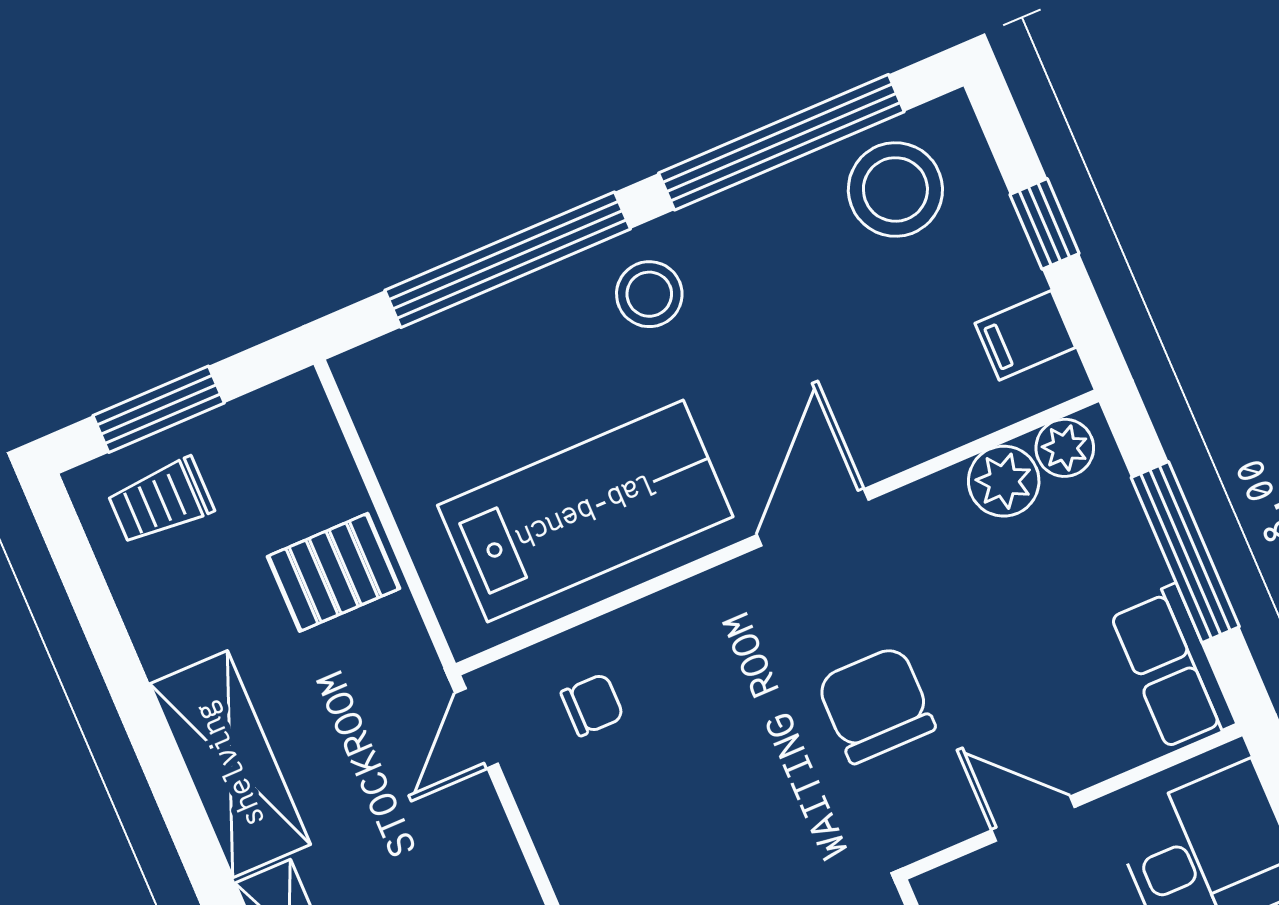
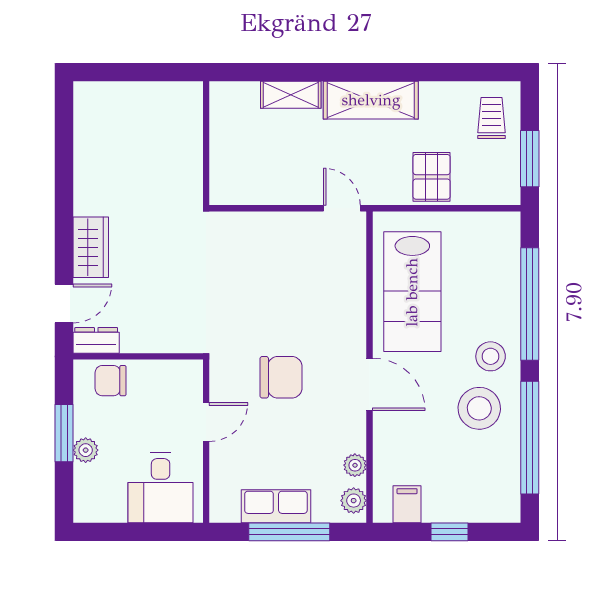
stool: (895, 189) -> (479, 408), moved
window: (159, 409) -> (530, 159), moved
plant: (1004, 481) -> (355, 465), width x0.73, depth x0.73
row of seats: (1173, 668) -> (276, 506), moved
chair: (592, 705) -> (331, 260), removed

